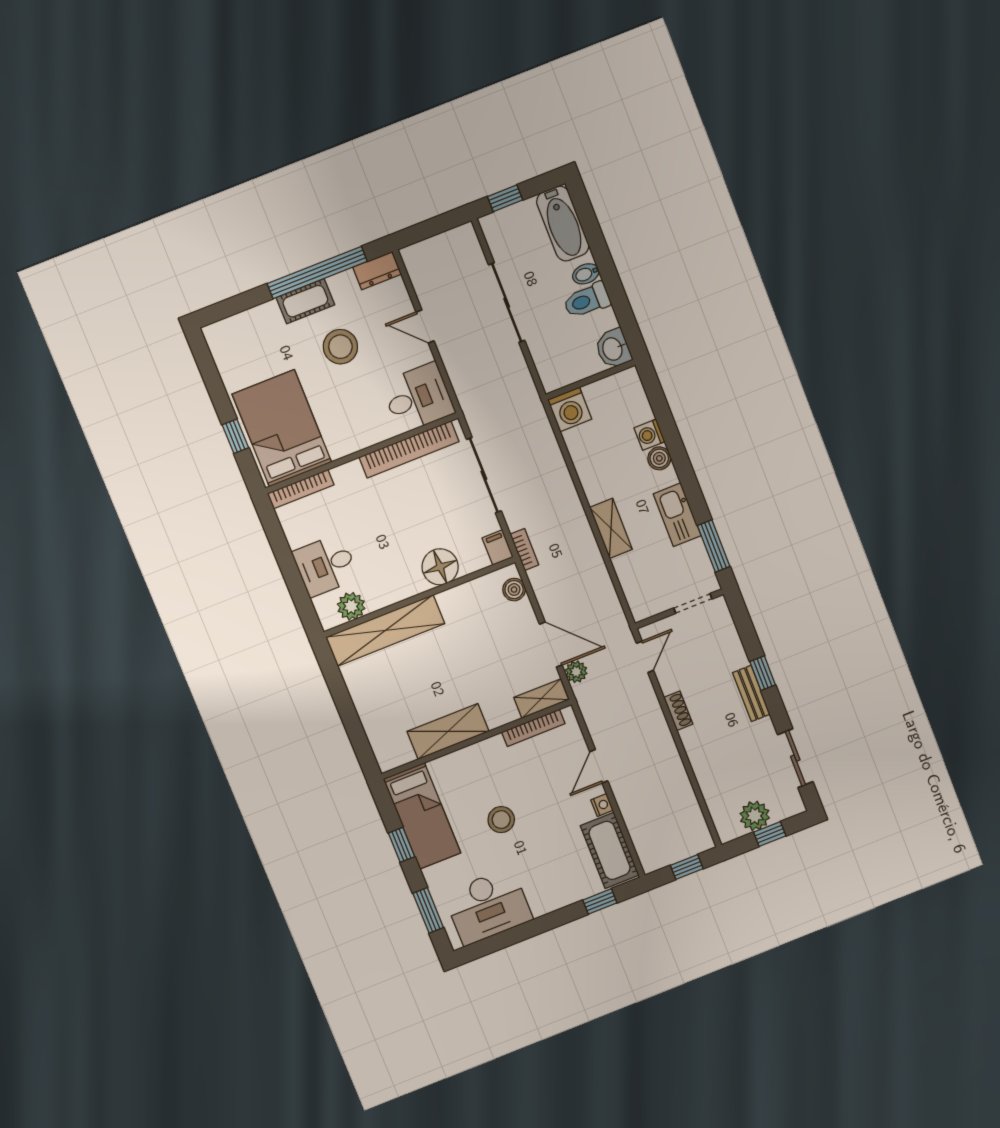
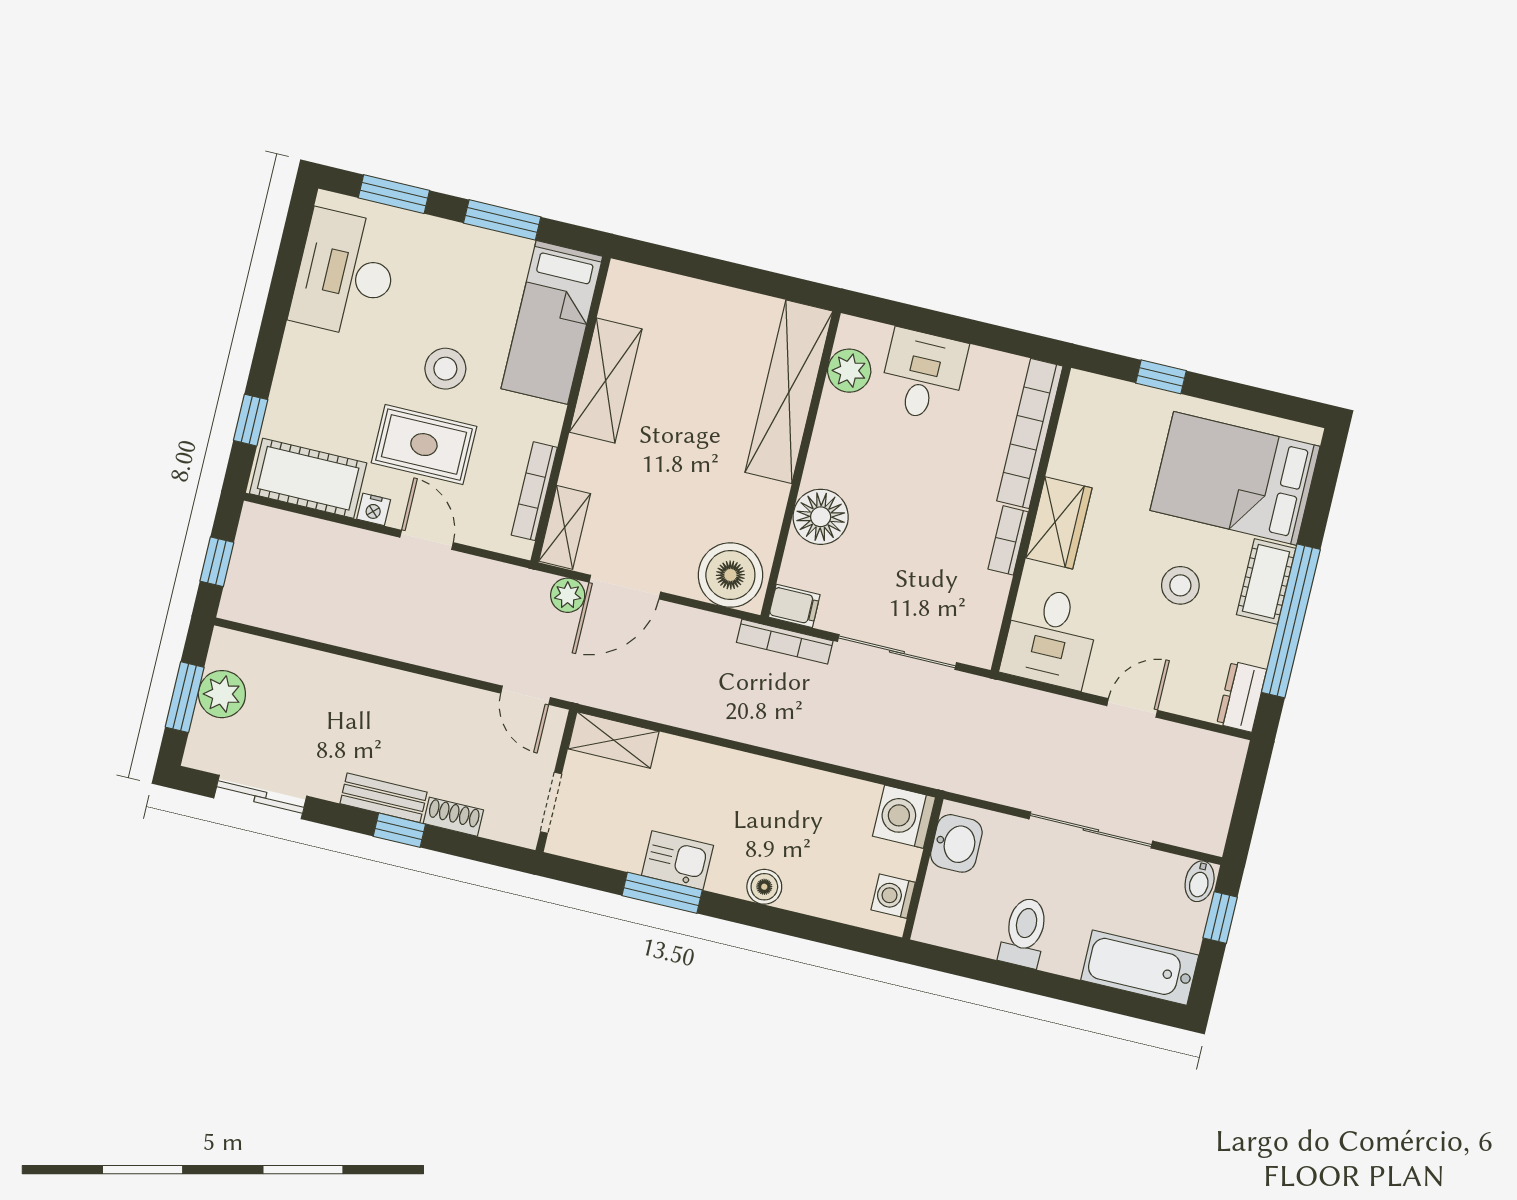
bidet: (586, 274) -> (1200, 881), moved, turned 180
stool: (340, 347) -> (1180, 585), width x0.73, depth x0.73
washbasin: (613, 349) -> (956, 843), moved, turned 90
bed: (282, 428) -> (1235, 478), moved, turned 180
washing machine: (649, 435) -> (893, 896), moved, turned -90
wardrobe: (353, 436) -> (1059, 523), added
bookcase: (409, 449) -> (1008, 540), width x0.43, depth x0.76
bookcase: (301, 489) -> (1030, 433), width x1.48, depth x1.31
kitchen sink: (677, 515) -> (677, 860), width x0.73
shelving: (611, 528) -> (614, 740), moved
window: (714, 546) -> (662, 893), moved
bookcase: (524, 550) -> (785, 642), width x1.56
boiler: (514, 590) -> (730, 575), width x1.86, depth x1.86
shoe rack: (678, 711) -> (453, 817), moved, turned 180
rug: (549, 803) -> (424, 445), added
bed: (422, 816) -> (552, 322), moved, turned -90
window: (770, 834) -> (185, 697), width x1.50
window: (401, 845) -> (502, 220), width x1.50

